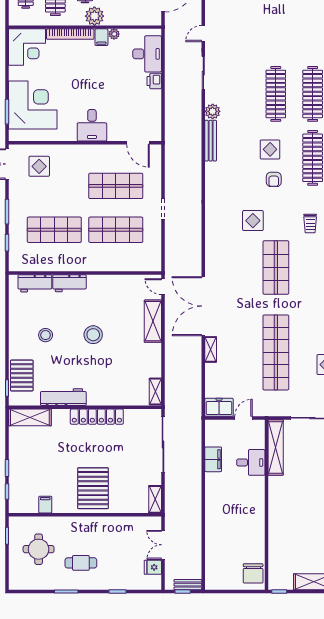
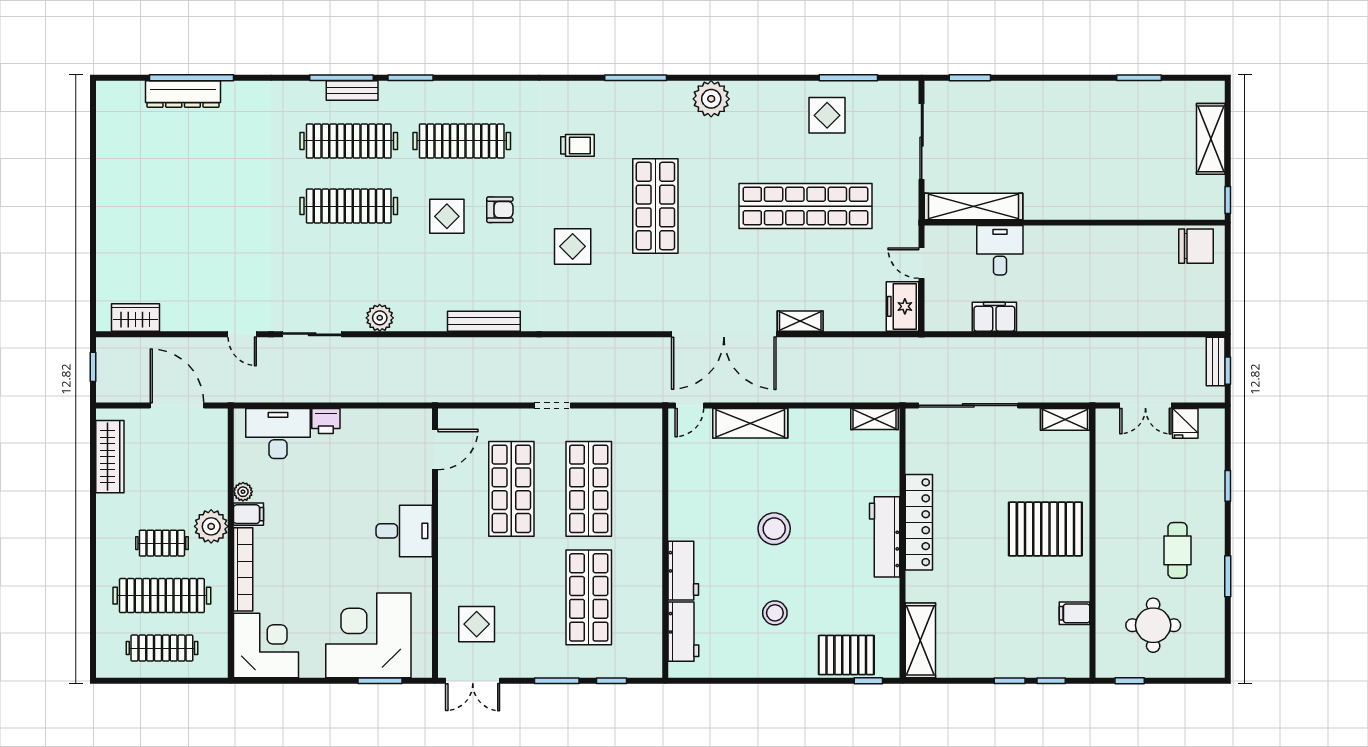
bench: (211, 141) -> (484, 321), moved
shop shelf: (276, 267) -> (655, 206), turned 90
workbench: (63, 397) -> (885, 537), moved

